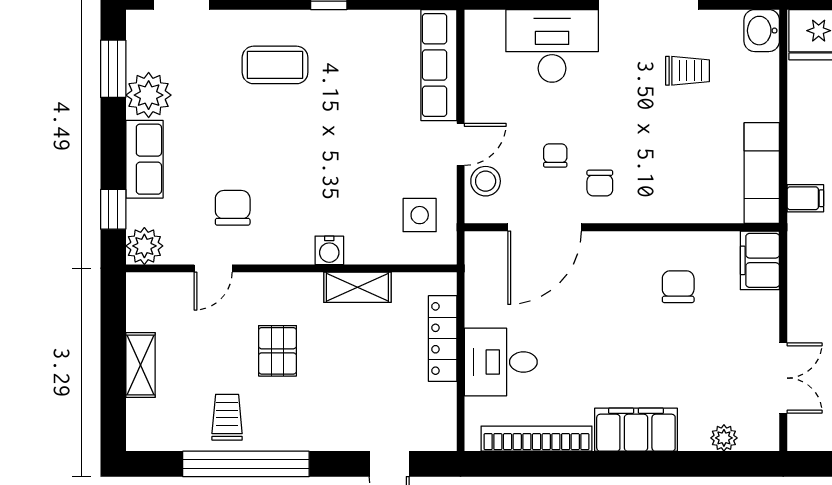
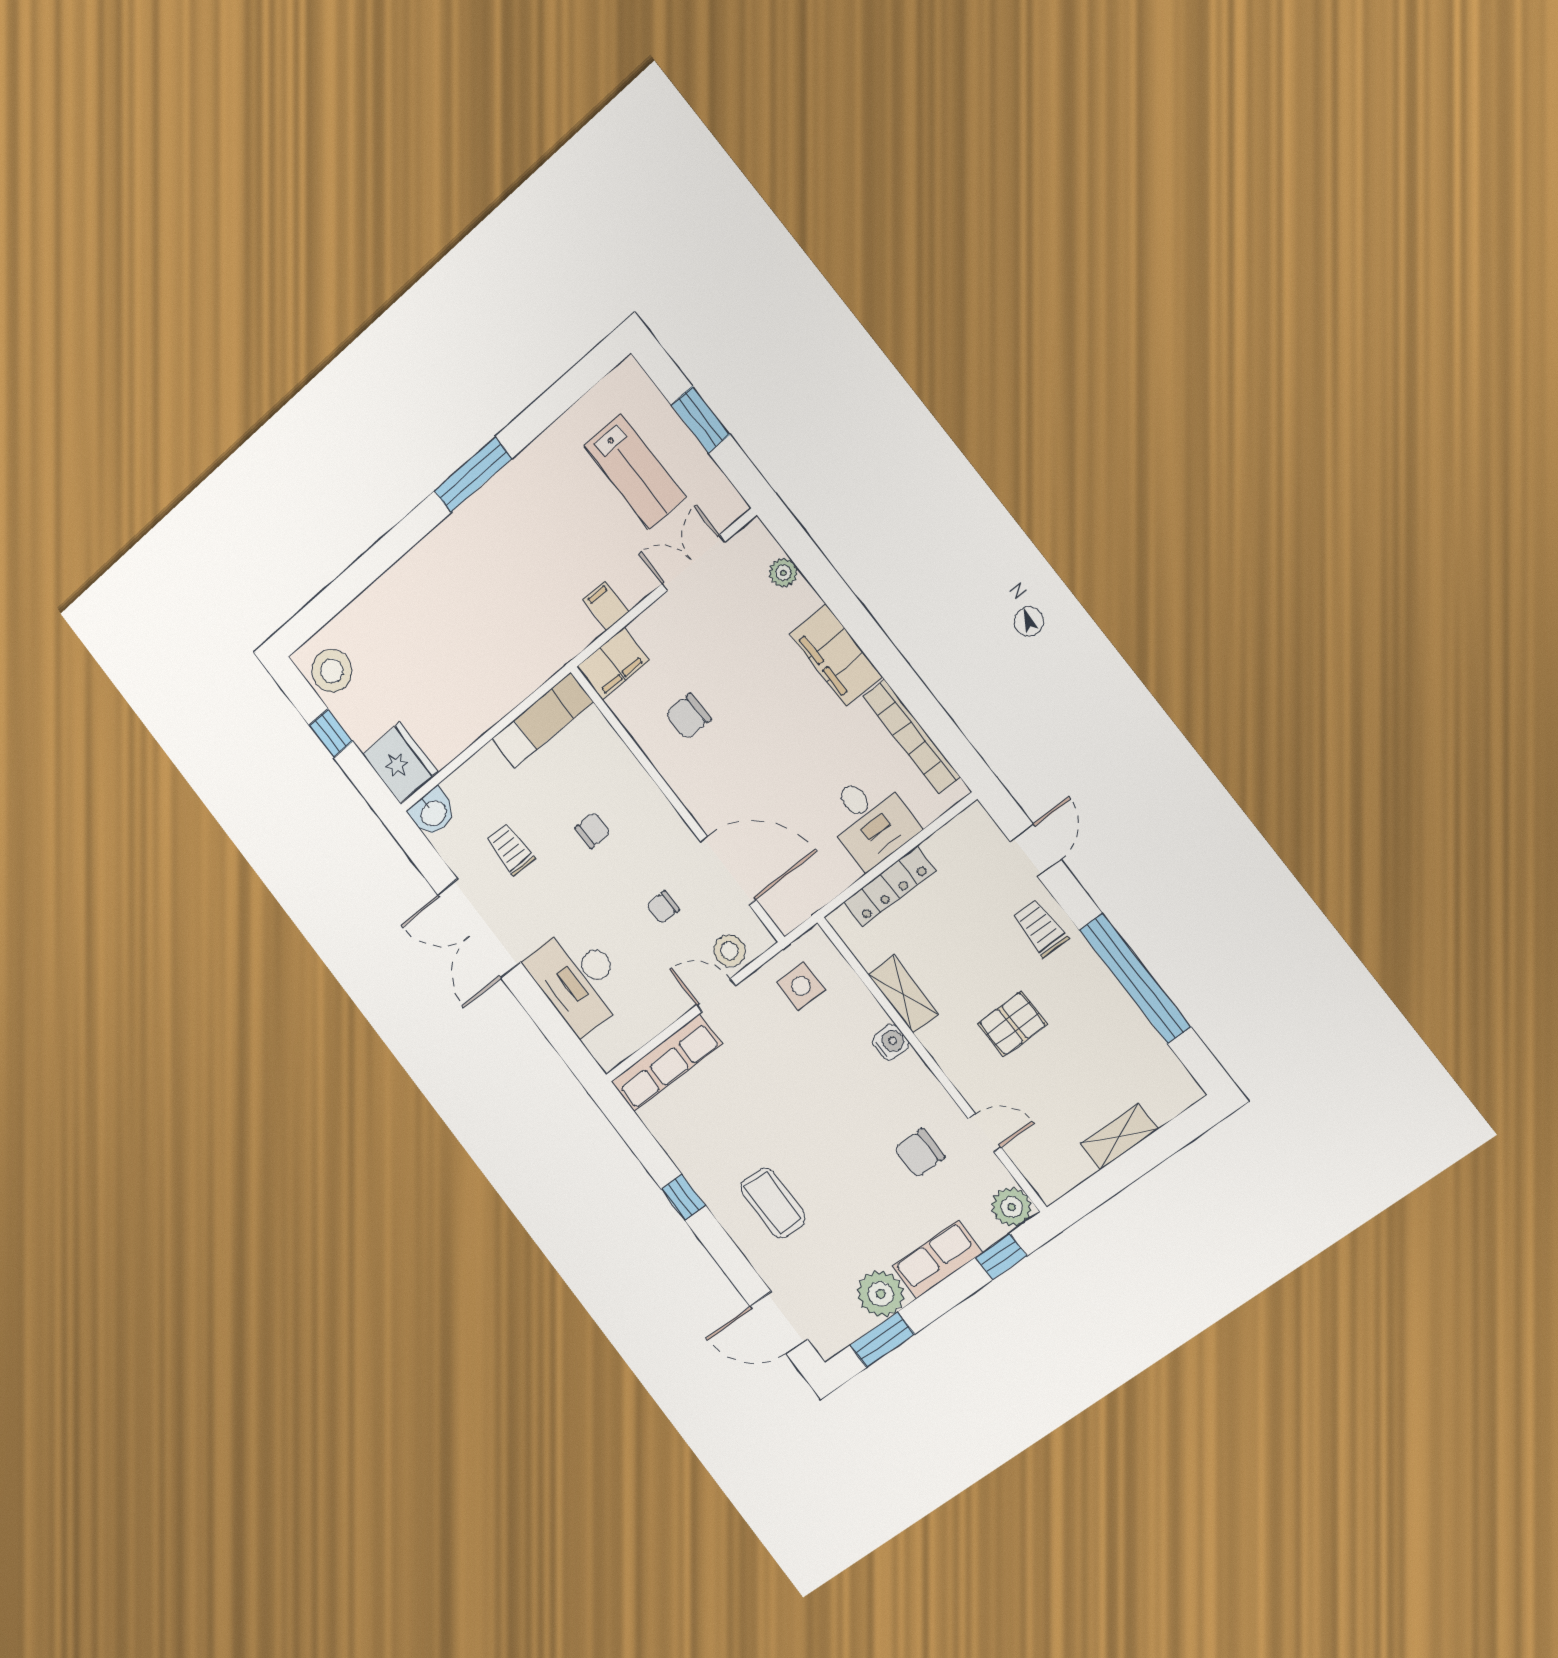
chair: (600, 183) -> (593, 830), moved
filing cabinet: (805, 198) -> (606, 606), moved
trolley: (227, 417) -> (1040, 928), moved, turned 90

